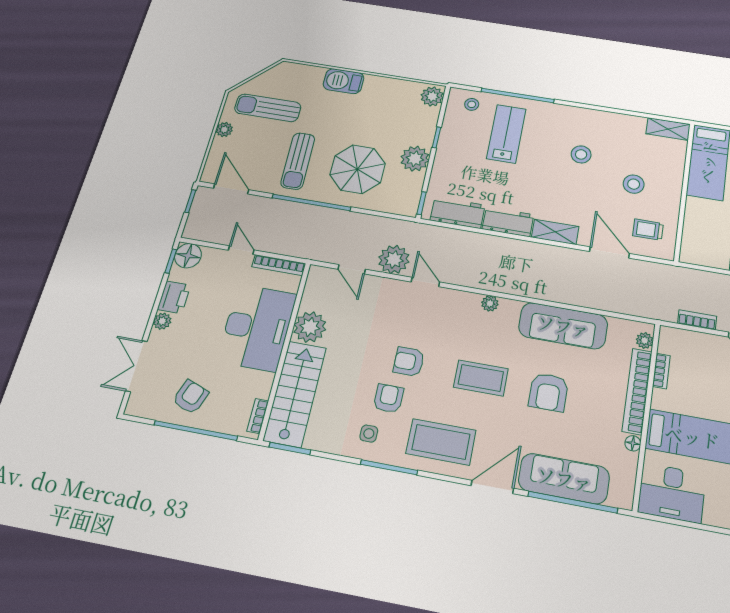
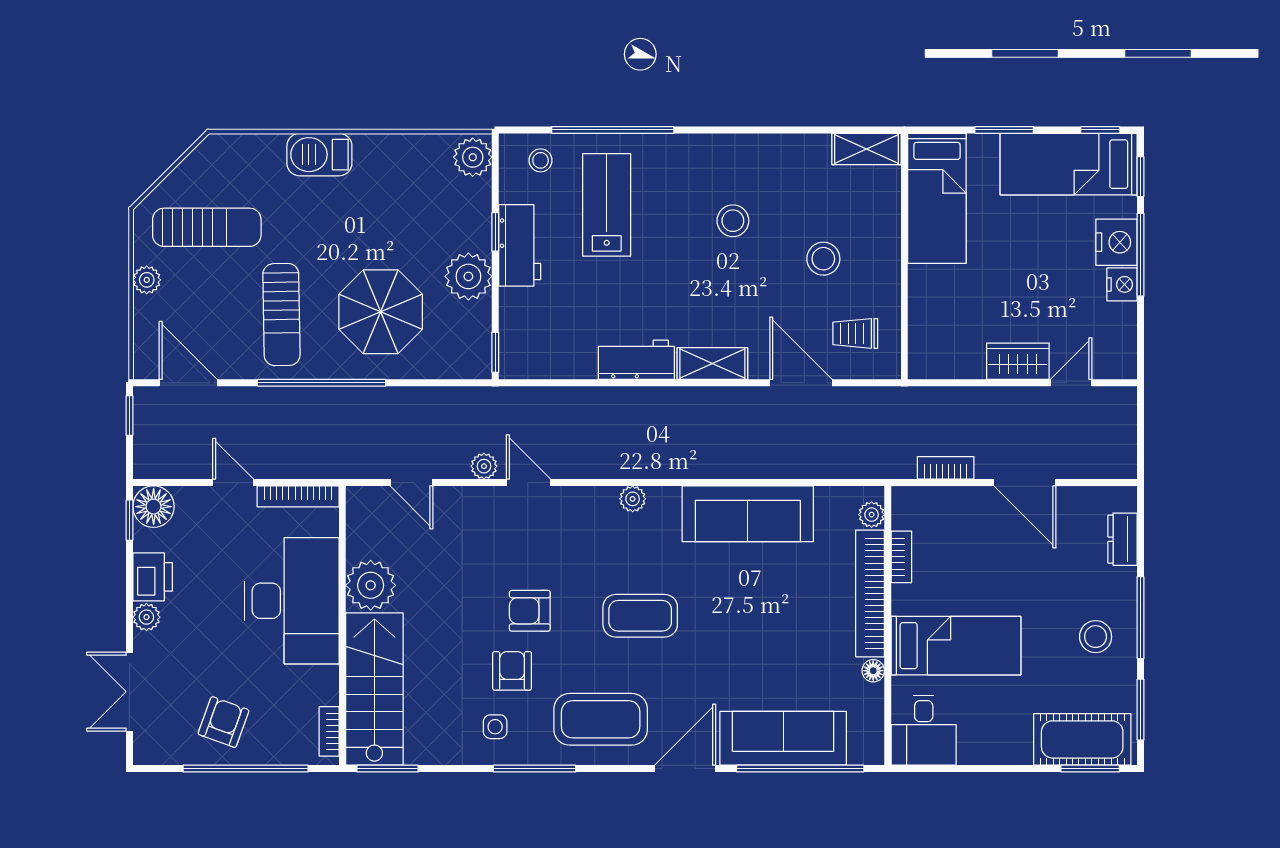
sun lounger: (268, 108) -> (207, 227), turned 180
workbench: (458, 213) -> (520, 245), moved, turned 90
plant: (394, 259) -> (484, 466), width x0.53, depth x0.53
armchair: (548, 392) -> (742, 619), removed
desk: (672, 493) -> (924, 730), width x0.73

